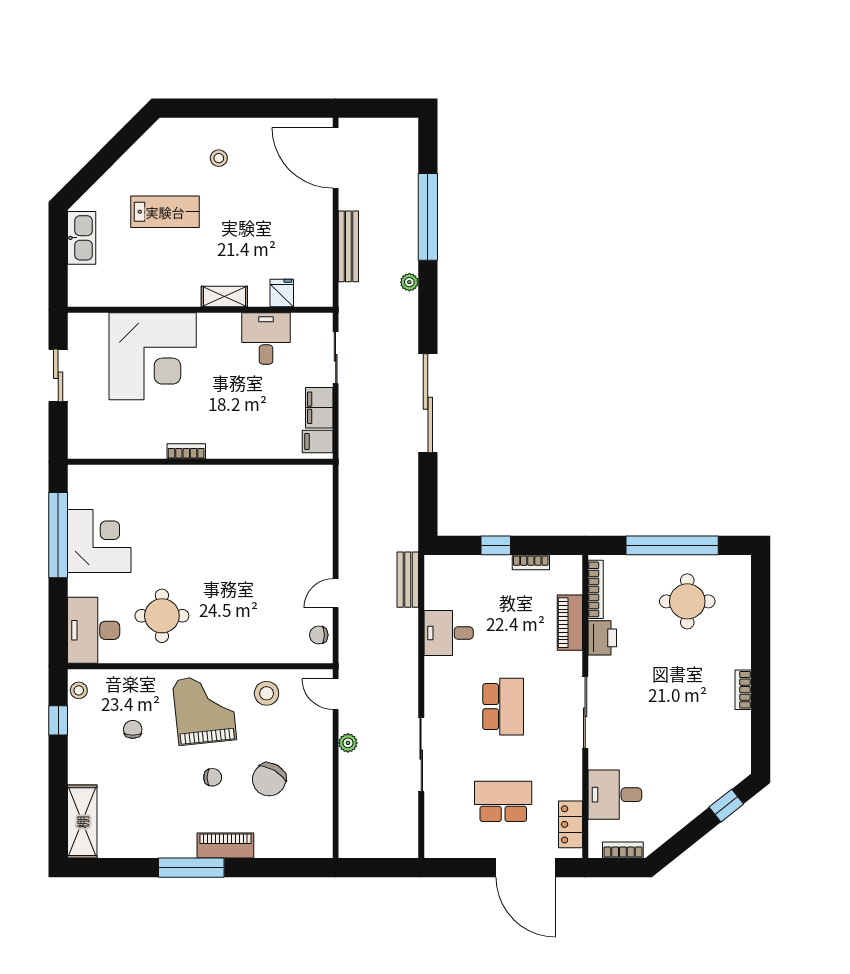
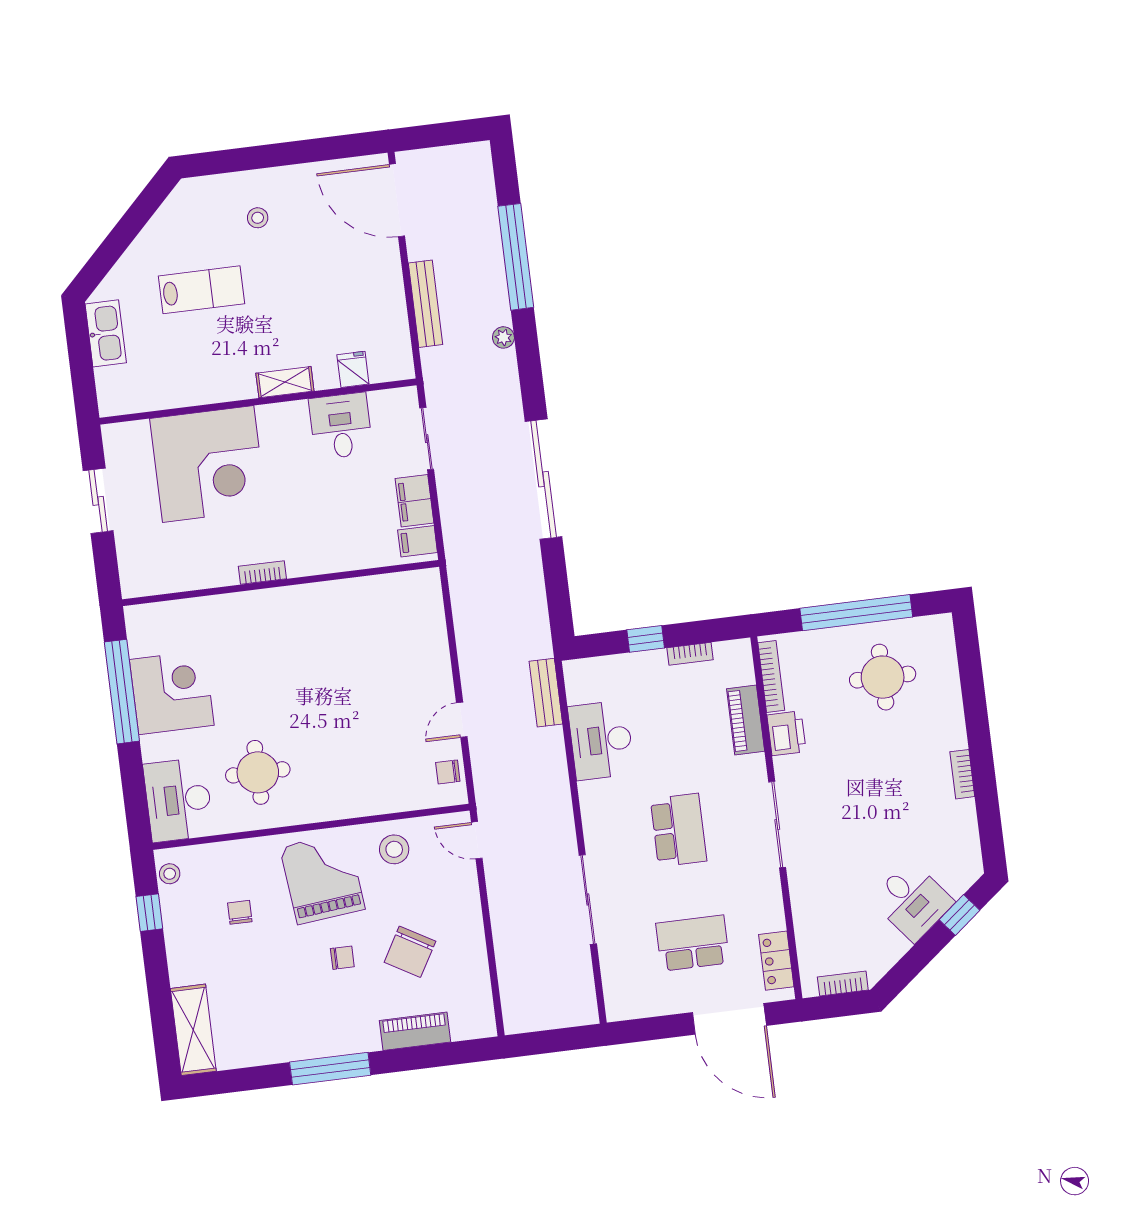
desk: (449, 633) -> (601, 740), width x1.37
plant: (348, 743) -> (499, 896), removed
desk: (615, 795) -> (912, 901), moved, turned -129
piano: (225, 846) -> (415, 1031), moved

